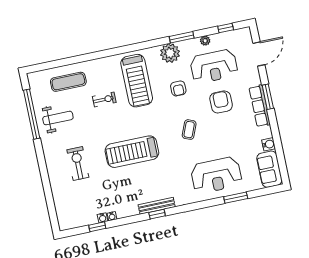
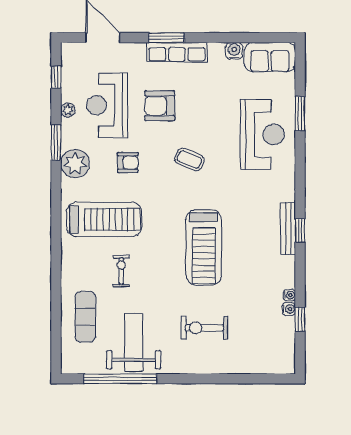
reception desk: (214, 66) -> (107, 105), turned 180
weight bench: (58, 118) -> (134, 342), width x1.36, depth x1.33

